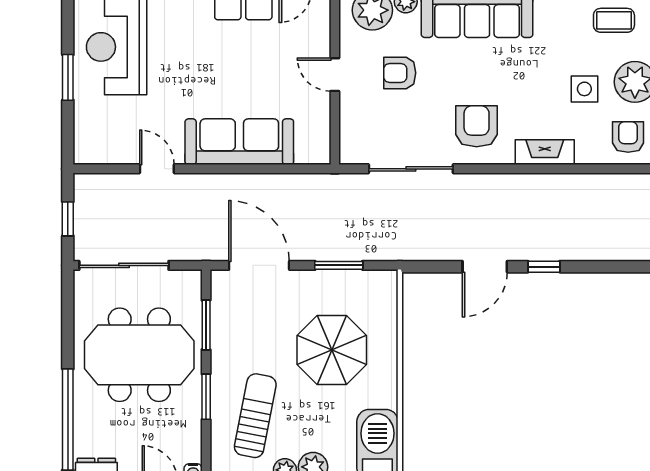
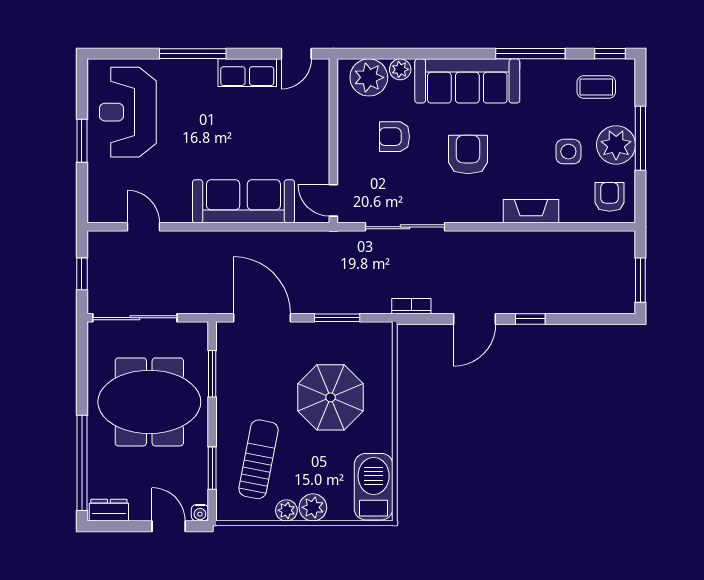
door: (335, 75) -> (333, 200), moved
armchair: (477, 126) -> (468, 155), moved
door: (157, 169) -> (143, 227), moved
bookcase: (418, 253) -> (411, 306), added
window: (206, 397) -> (212, 468), moved

